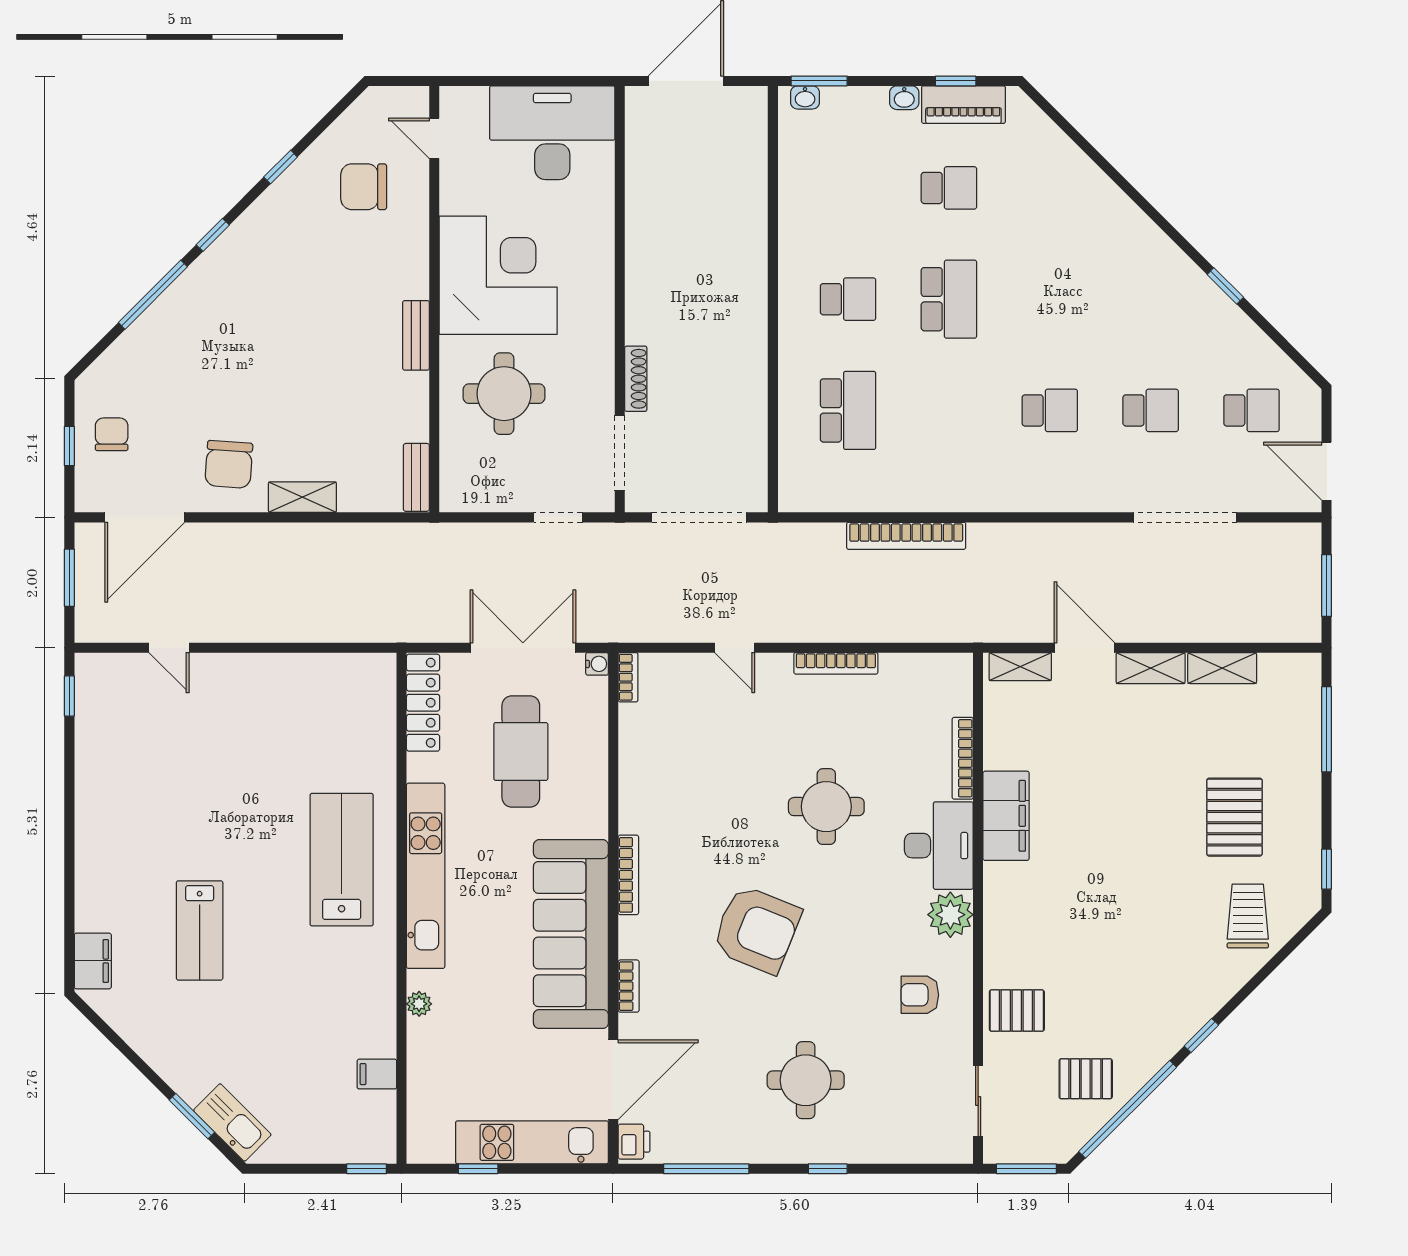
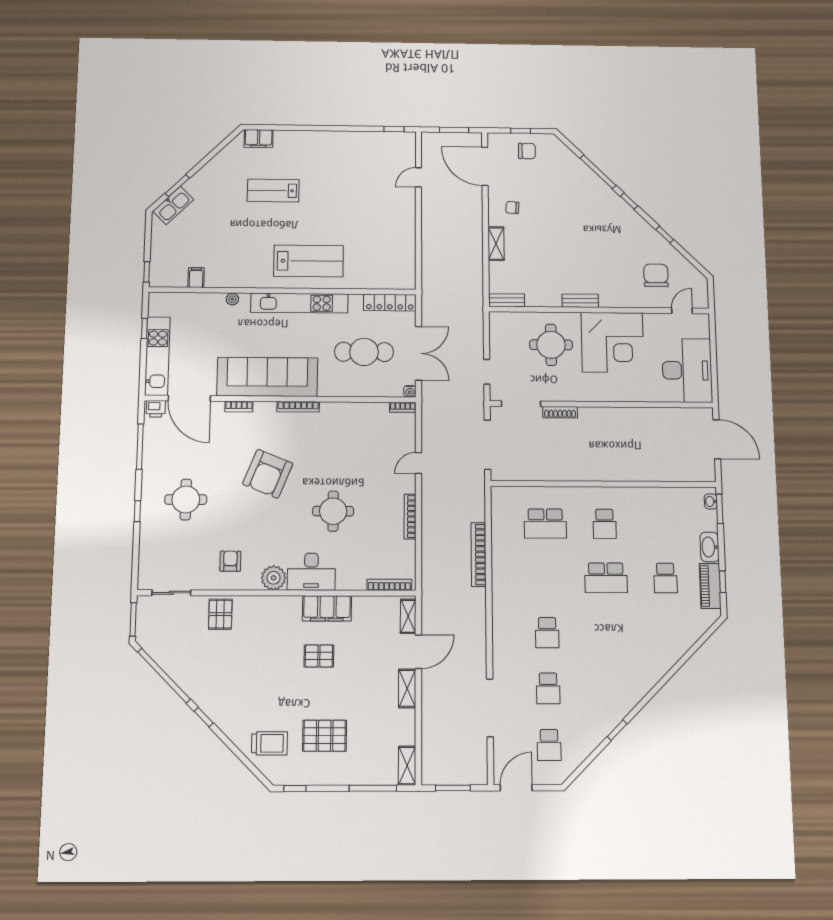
washbasin: (904, 98) -> (710, 547), width x1.91, depth x1.45
chair: (229, 464) -> (512, 208), width x0.54, depth x0.54
shelving: (1222, 668) -> (407, 766), moved
bookcase: (963, 758) -> (389, 585), moved
pallet: (1086, 1079) -> (319, 656), moved, turned 90

